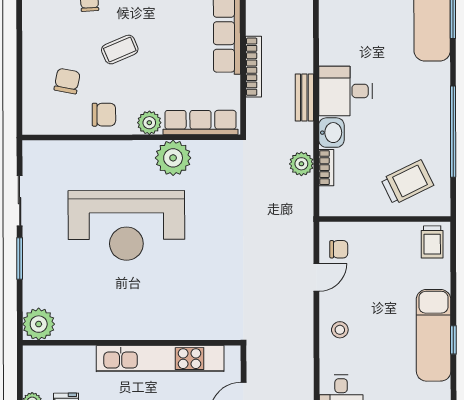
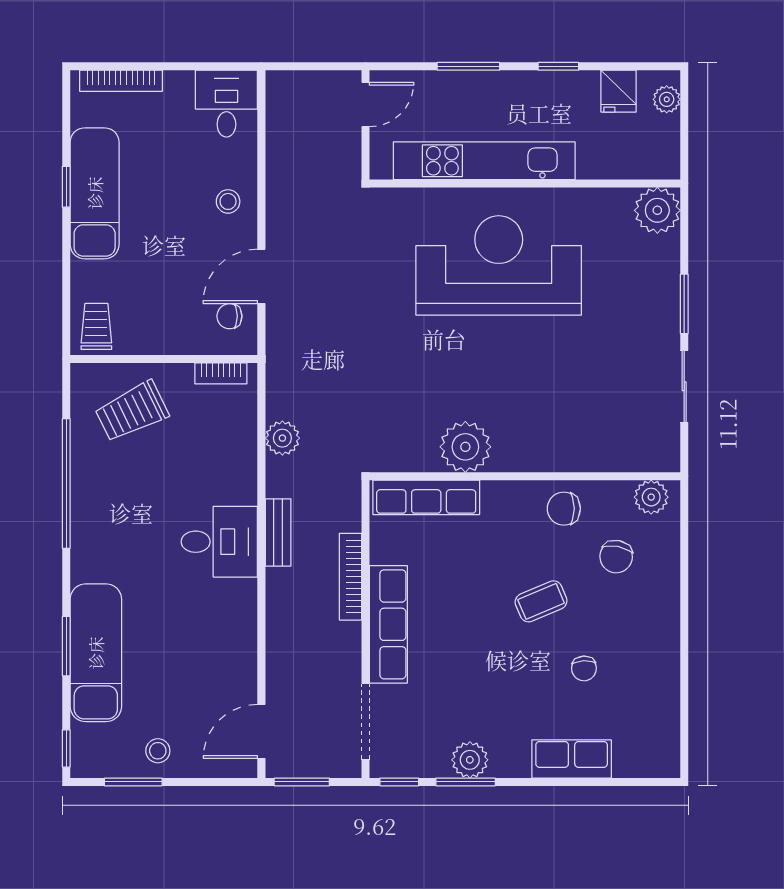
plant: (149, 123) -> (651, 497), moved
washbasin: (331, 133) -> (240, 483), removed
bookcase: (326, 168) -> (221, 373), moved, turned -90
reception desk: (126, 226) -> (499, 265), moved
door: (316, 277) -> (261, 276), width x1.38

